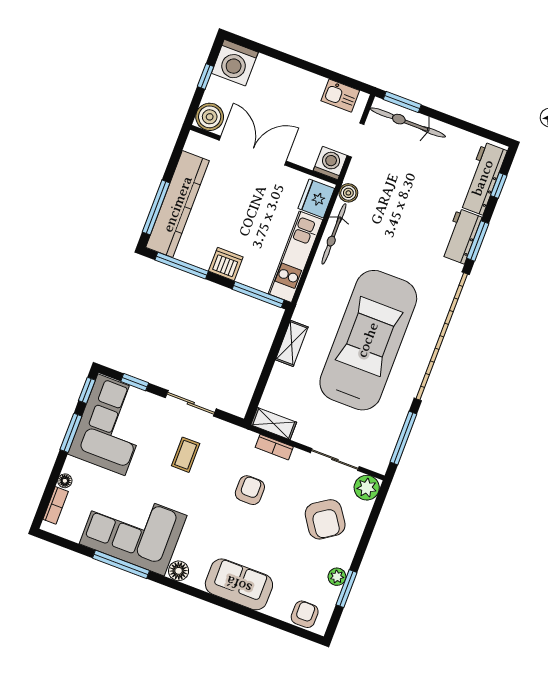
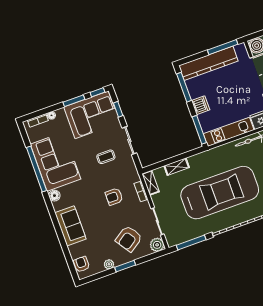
window: (156, 207) -> (223, 47), moved
shelving: (292, 343) -> (177, 167), moved
armchair: (250, 490) -> (114, 197), turned 180
window: (121, 564) -> (37, 169), width x1.46
window: (346, 589) -> (125, 266), moved
armchair: (305, 614) -> (81, 264), turned -90

